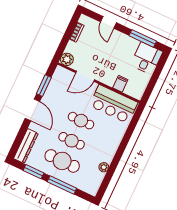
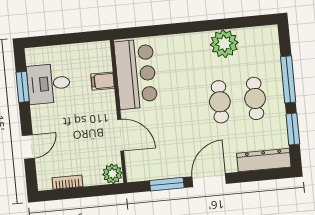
window: (143, 38) -> (23, 87), width x0.69
desk: (147, 58) -> (49, 84), moved
cafe table: (81, 121) -> (185, 105), removed
cafe table: (62, 161) -> (255, 98), width x0.73, depth x0.74
plant: (104, 167) -> (224, 44), width x1.88, depth x1.88

